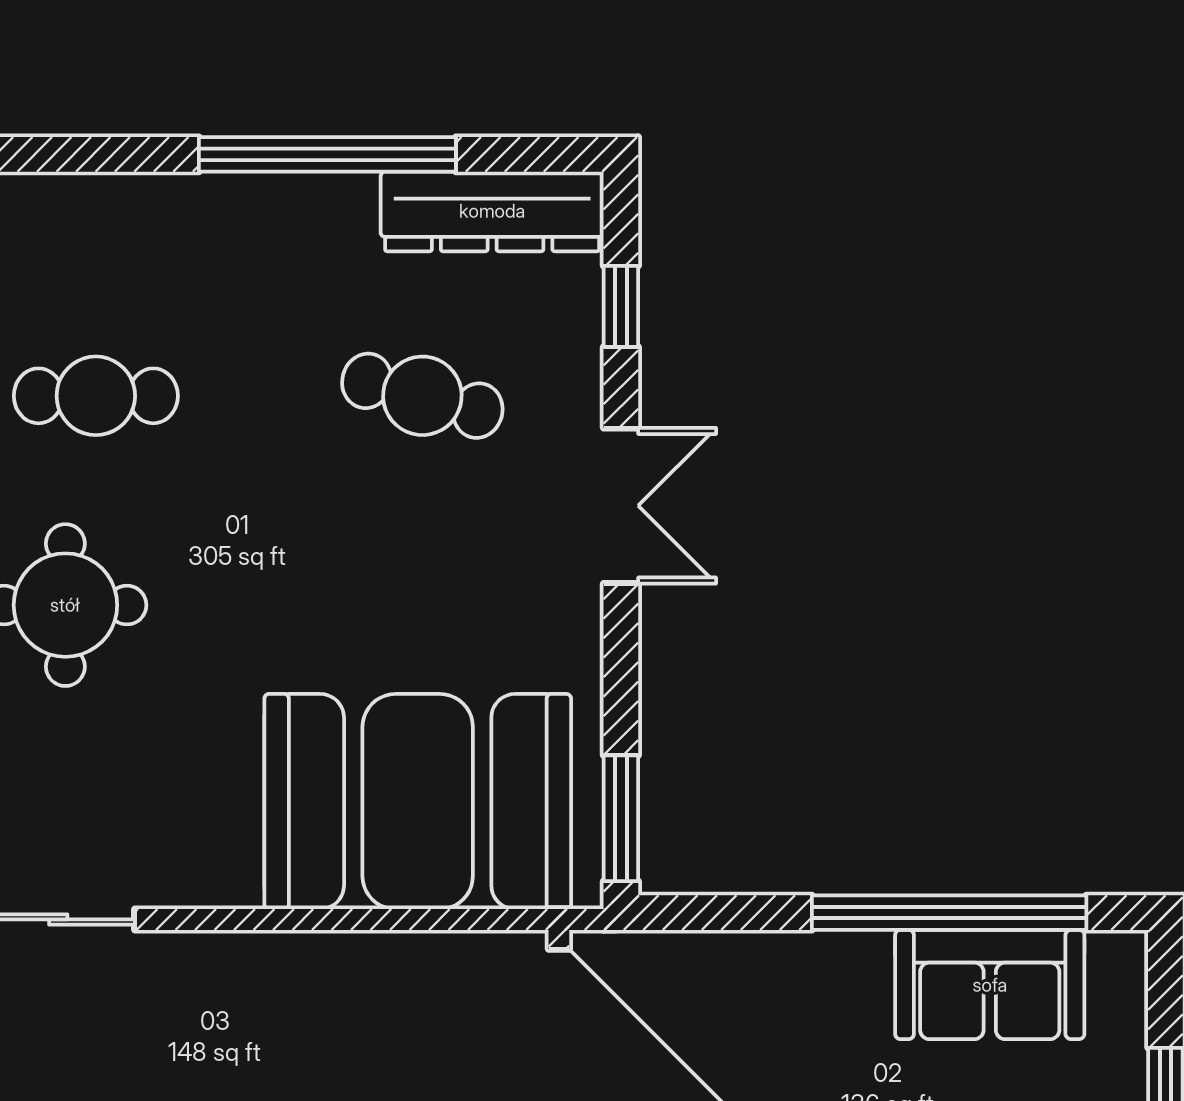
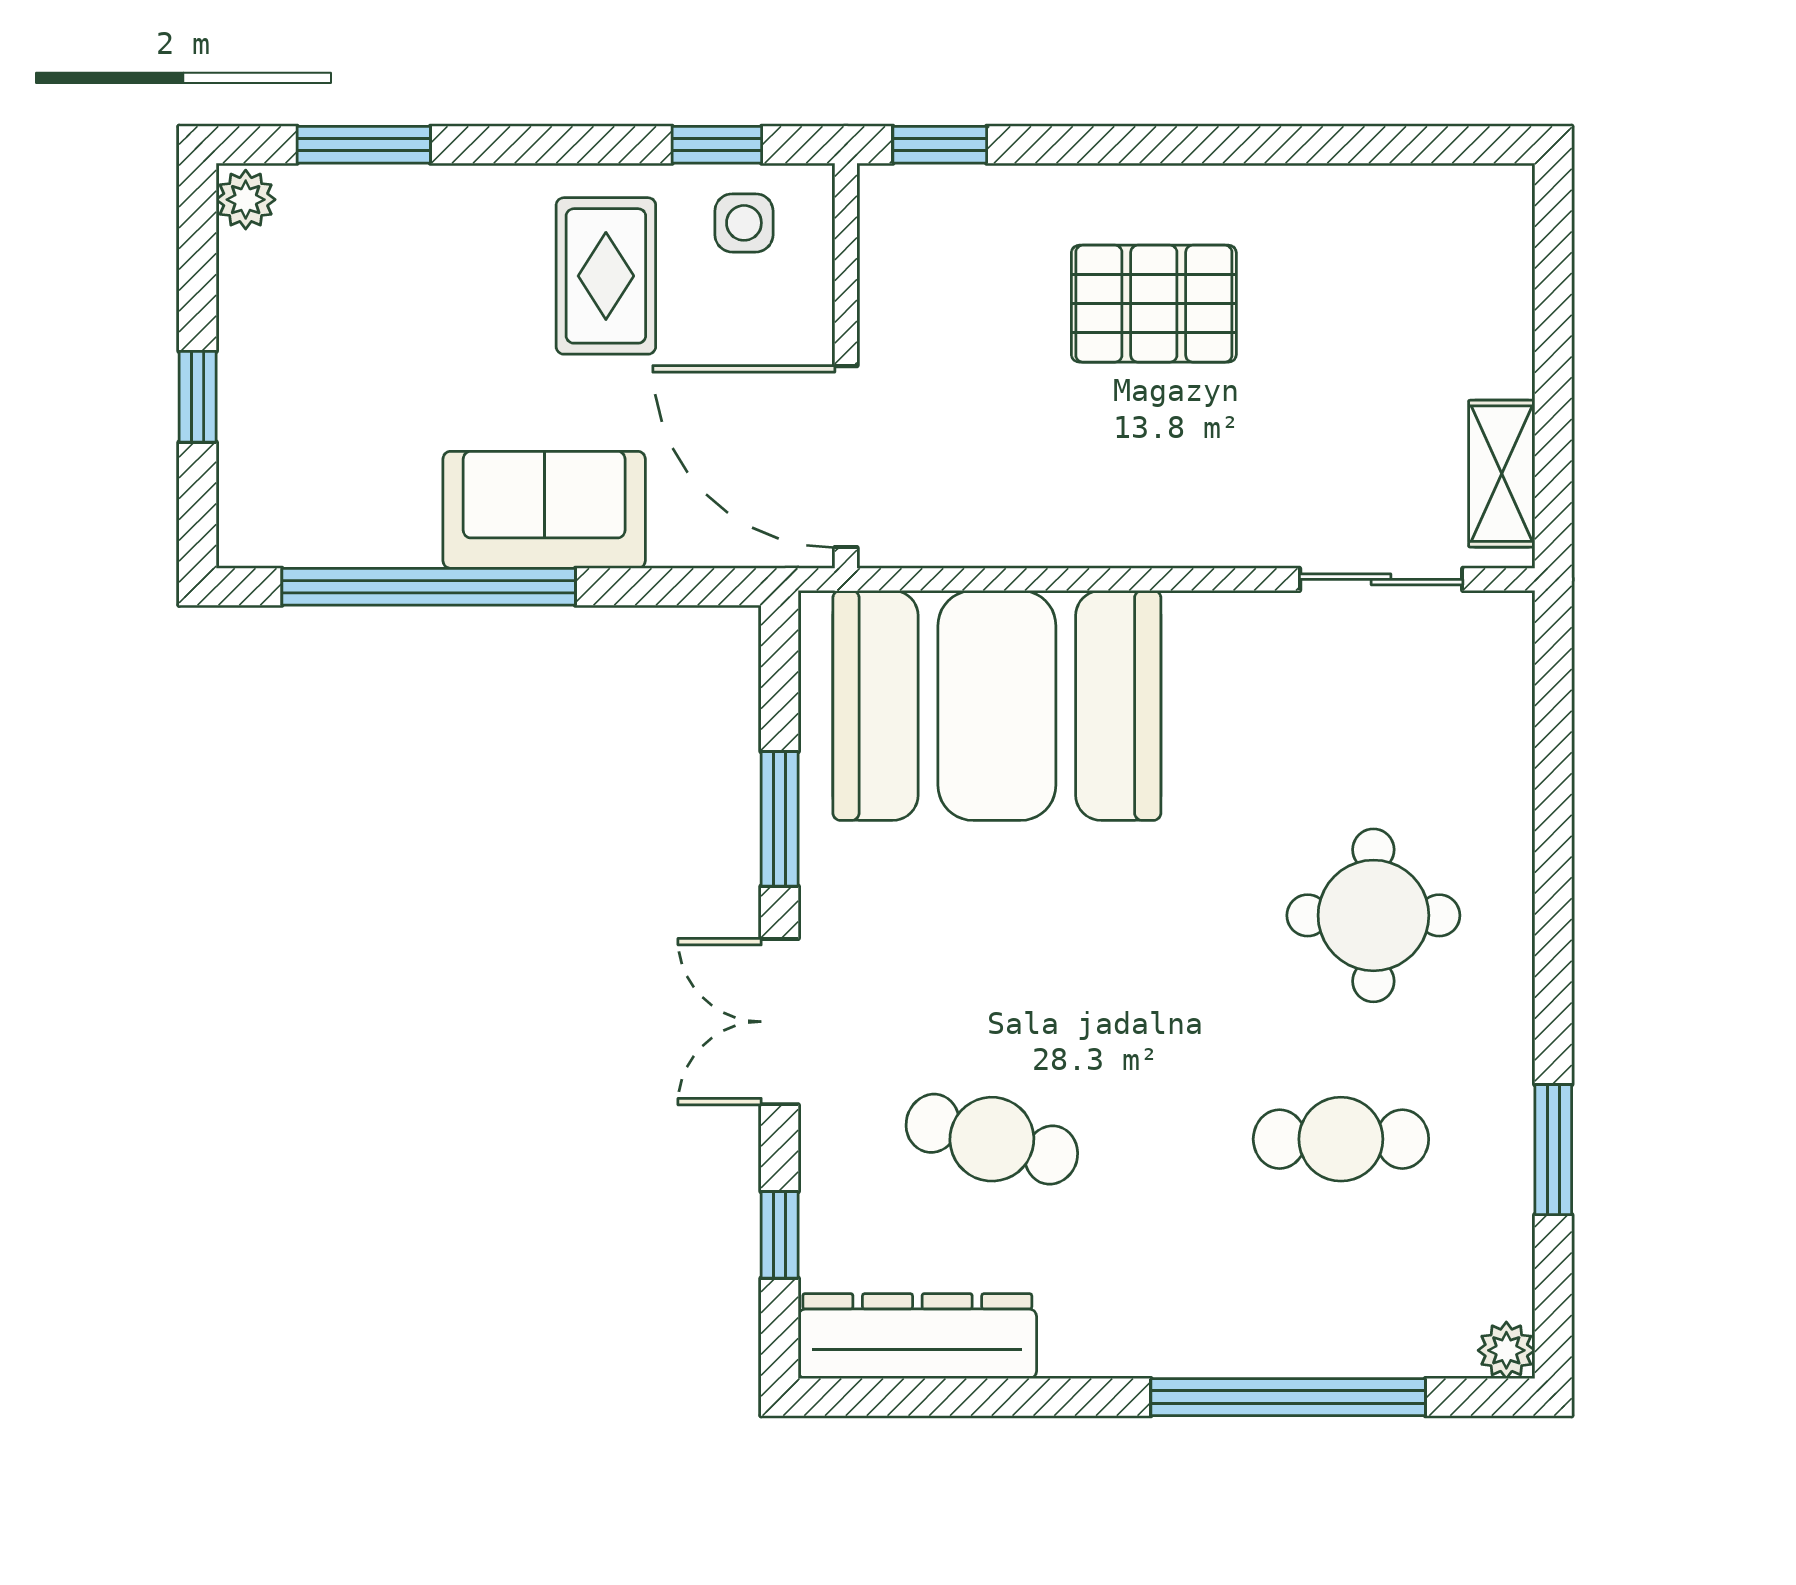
window: (327, 154) -> (1288, 1397), moved
window: (621, 818) -> (780, 819), moved
sofa: (990, 985) -> (544, 510), moved

